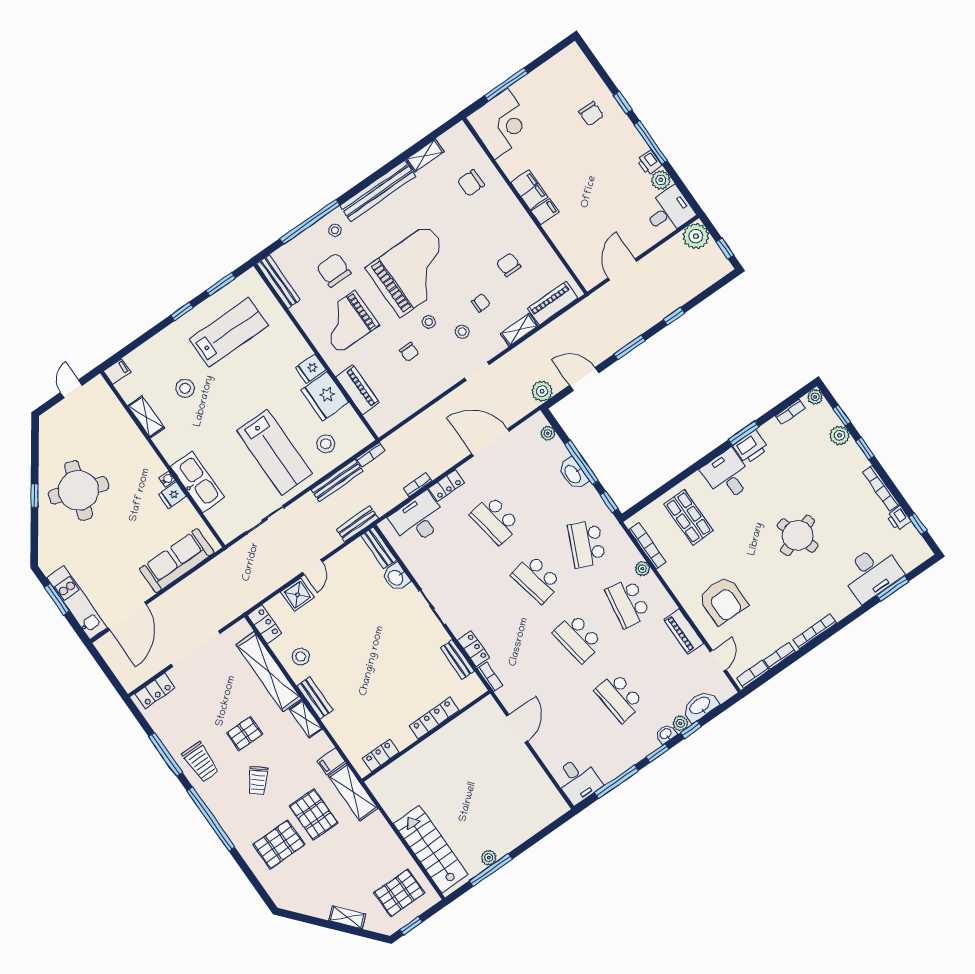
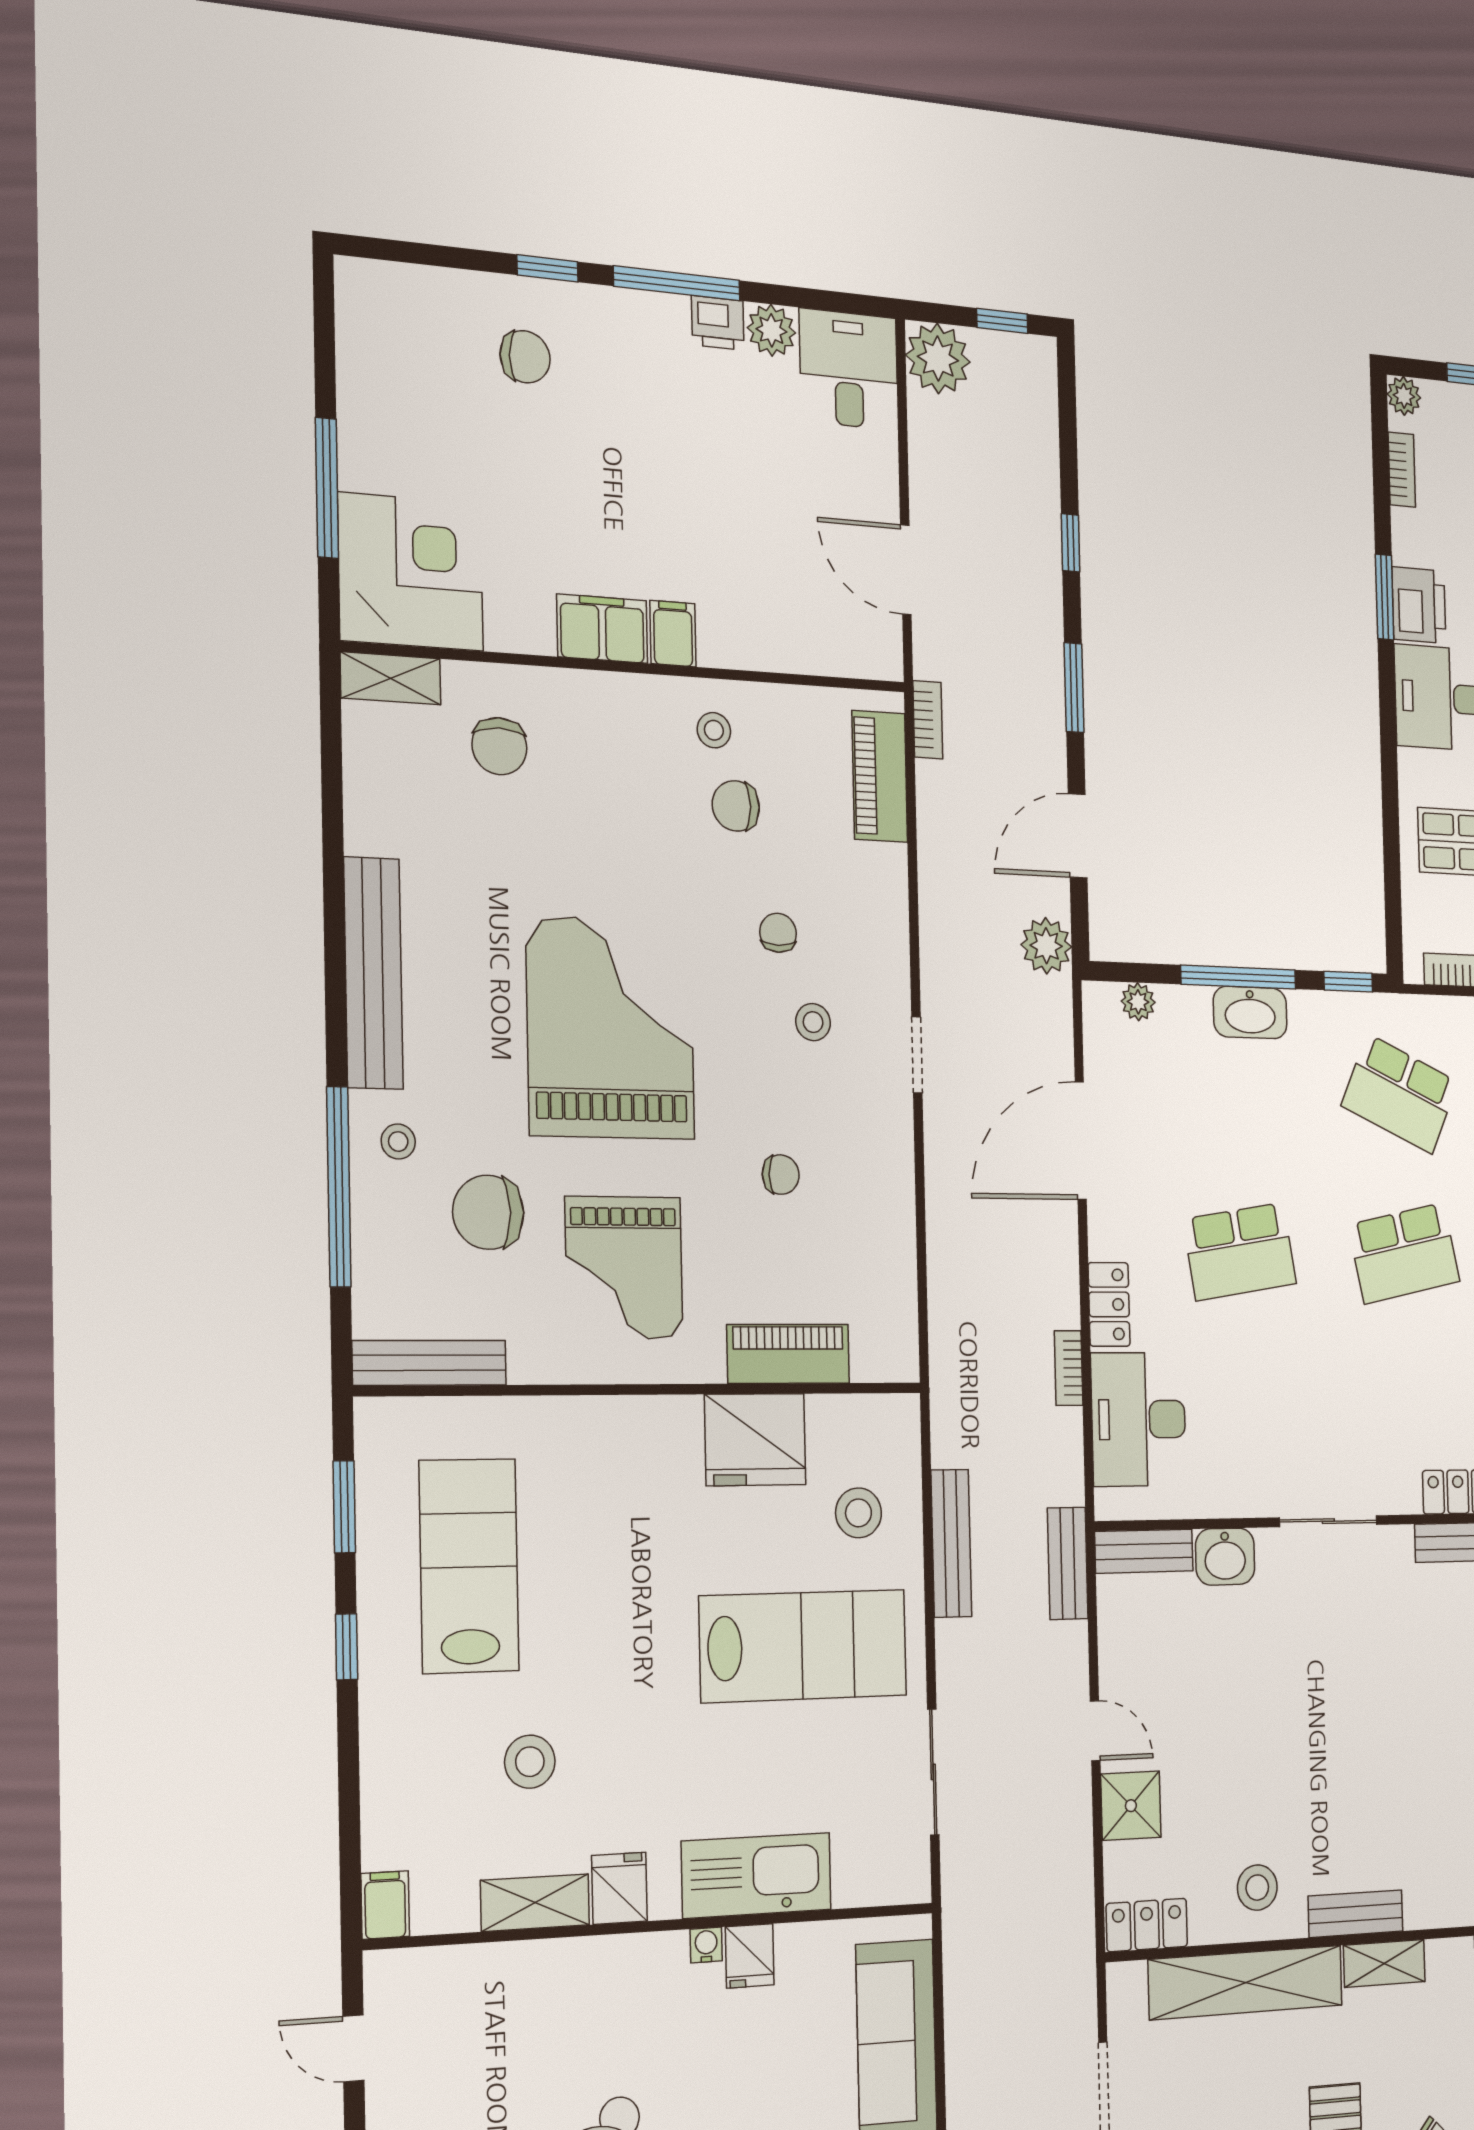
shelving: (425, 156) -> (391, 678), moved, turned 90
stool: (429, 322) -> (714, 730), moved
shelving: (519, 330) -> (889, 893), removed
fridge: (311, 369) -> (619, 1888), moved, turned 180
bookcase: (371, 455) -> (928, 720), moved

